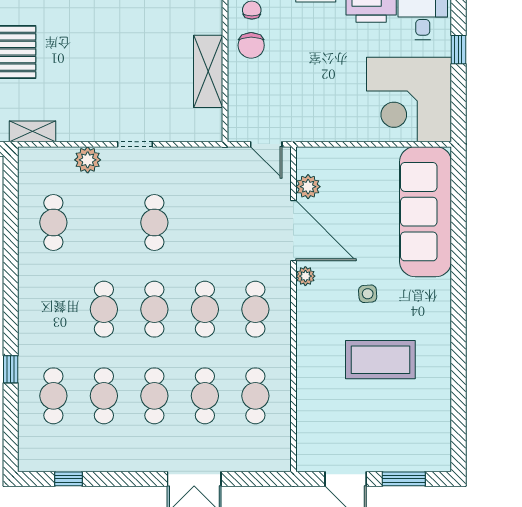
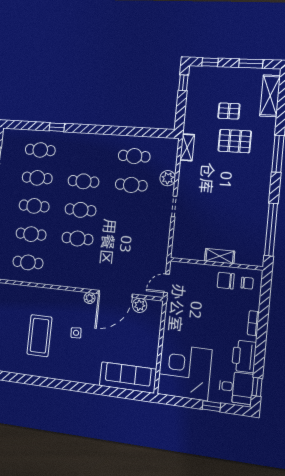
shelving: (208, 71) -> (220, 256), width x0.67, depth x0.75
sofa: (426, 212) -> (128, 377), width x0.74, depth x0.79
cafe table: (154, 222) -> (131, 185), moved
cafe table: (255, 309) -> (74, 267), removed

